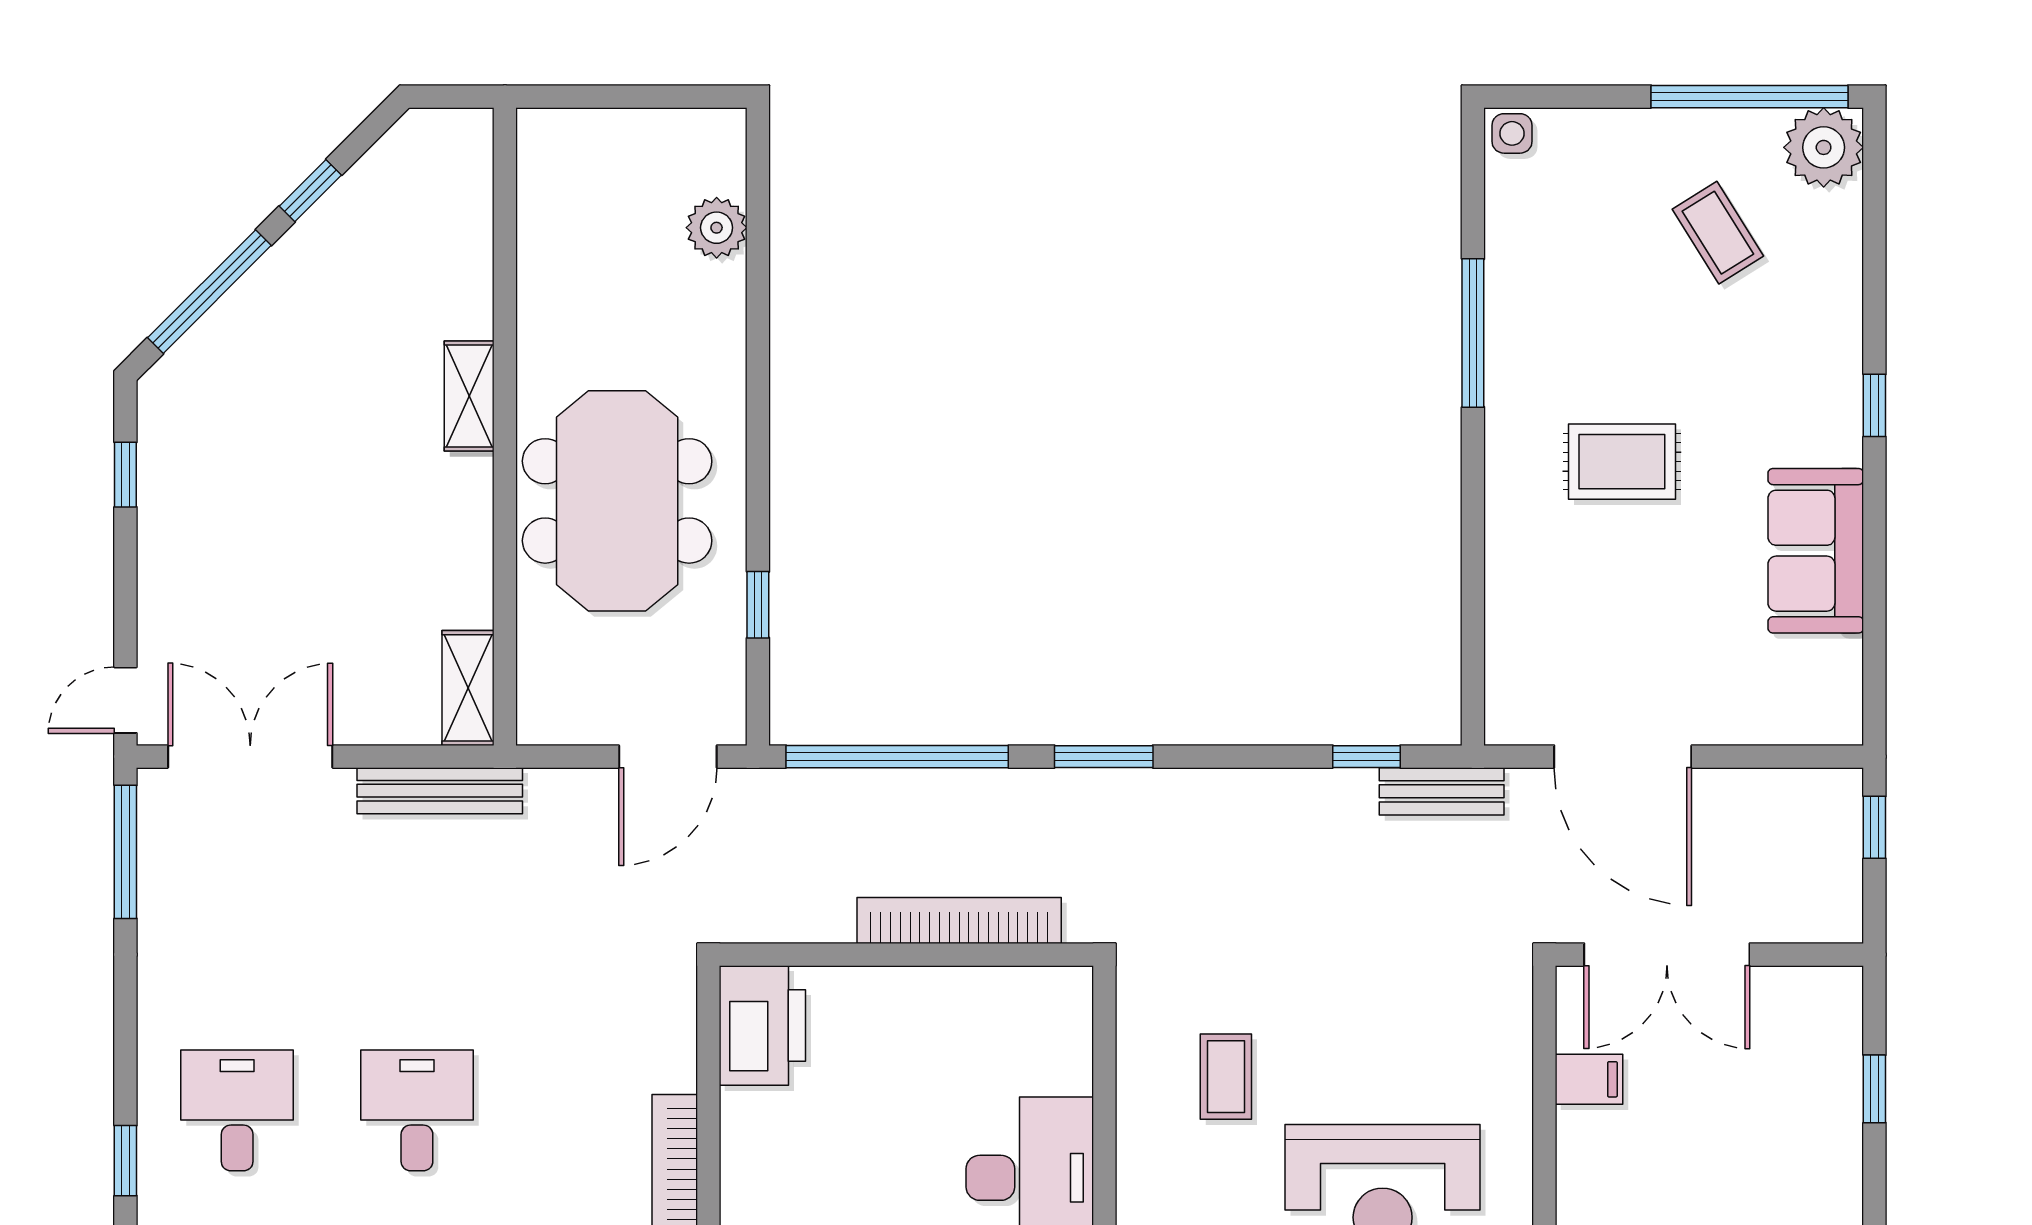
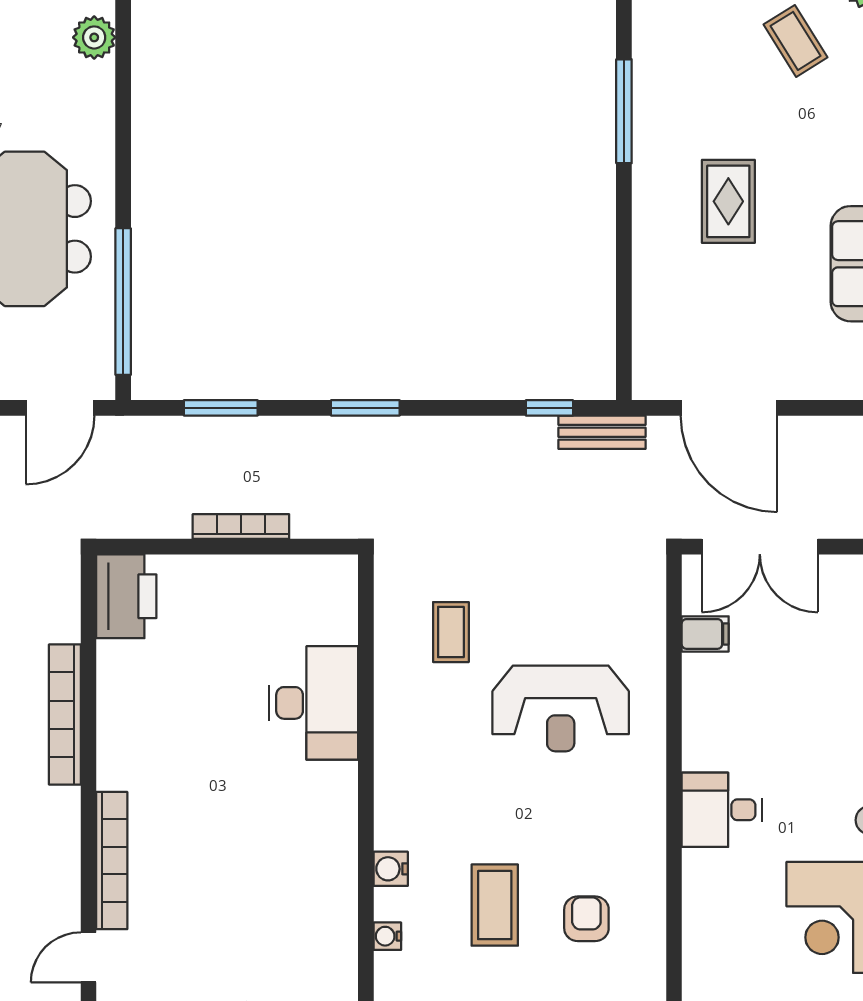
rug: (1622, 462) -> (728, 201), turned 90
window: (758, 605) -> (123, 302), width x3.17
window: (897, 757) -> (221, 408), width x0.47
bookcase: (959, 920) -> (241, 527), width x0.68, depth x0.76

